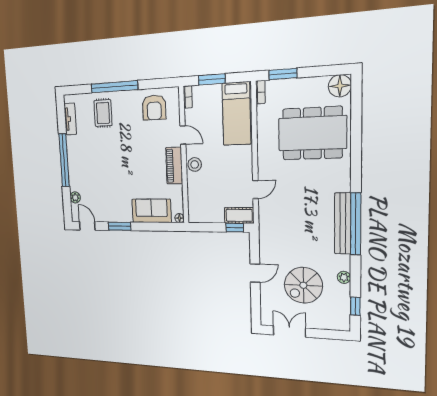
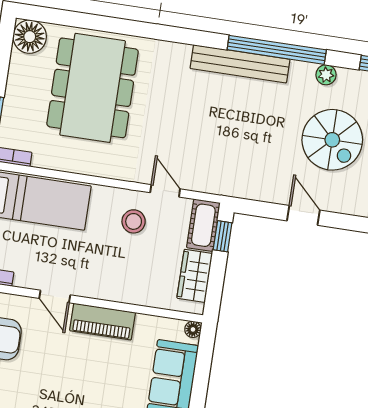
door: (183, 135) -> (55, 297), swing flipped
stool: (195, 165) -> (134, 221), moved
wardrobe: (209, 215) -> (195, 276), added
window: (356, 224) -> (277, 50), moved

